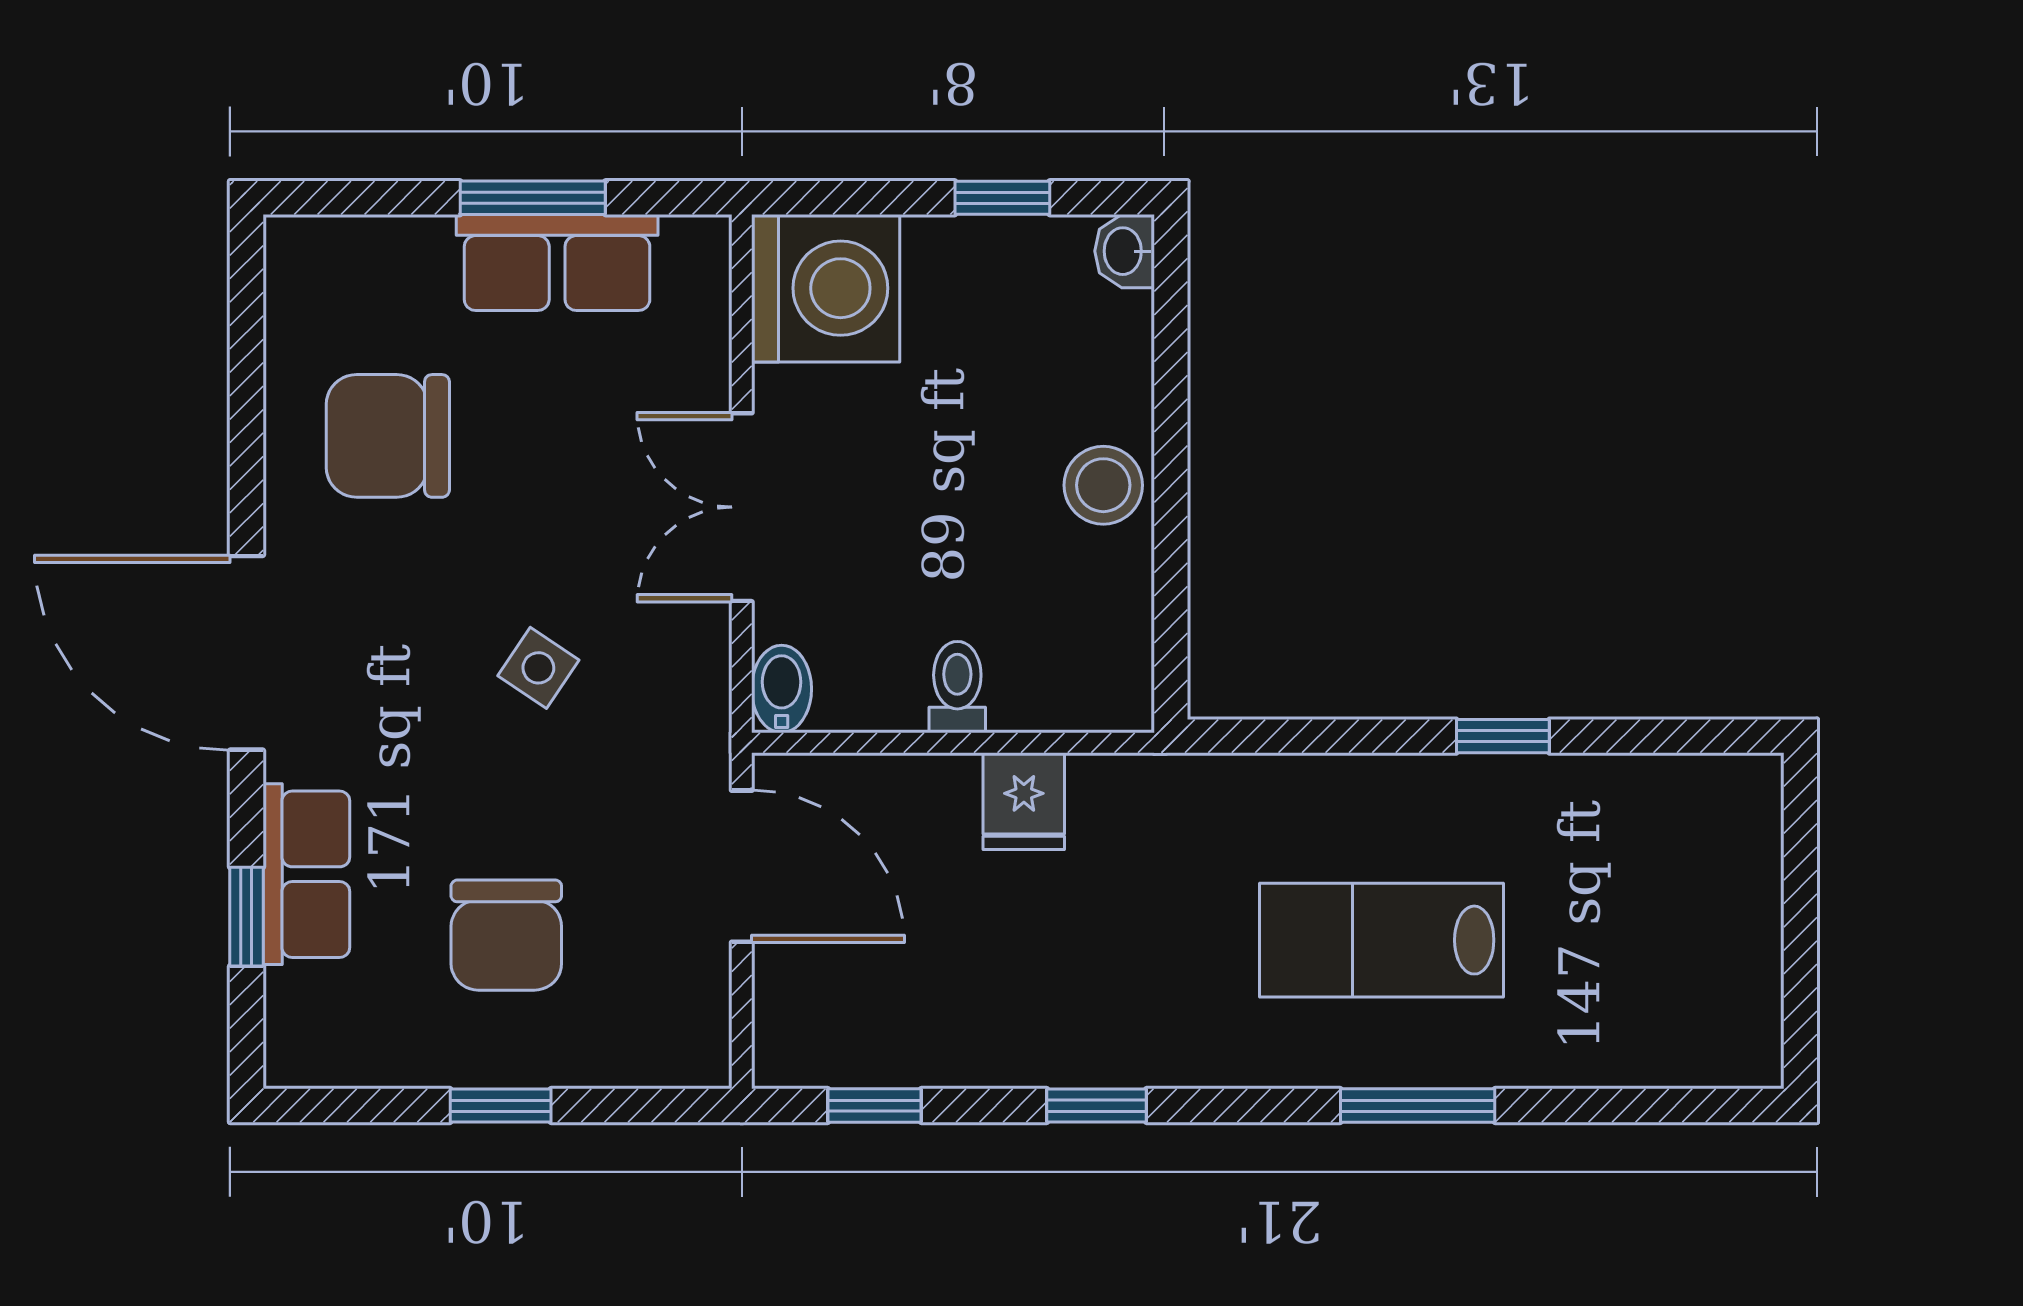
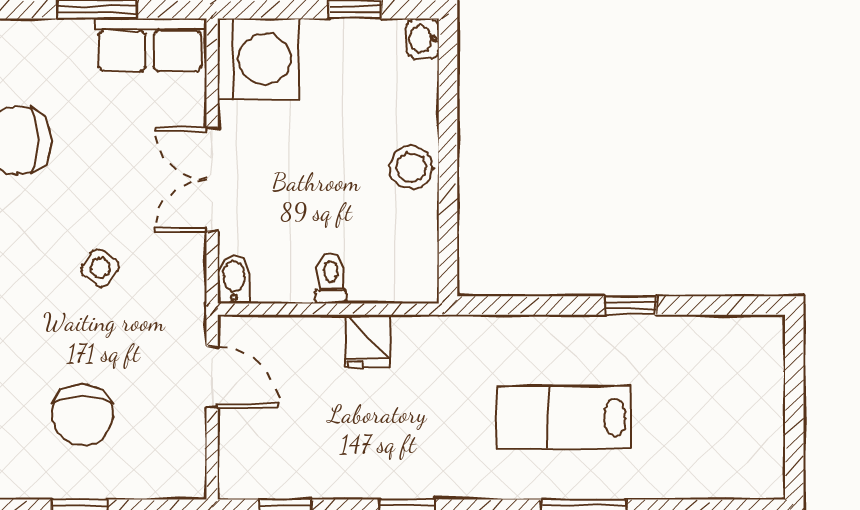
row of seats: (557, 262) -> (150, 45), moved
door: (742, 866) -> (212, 377), width x0.73

